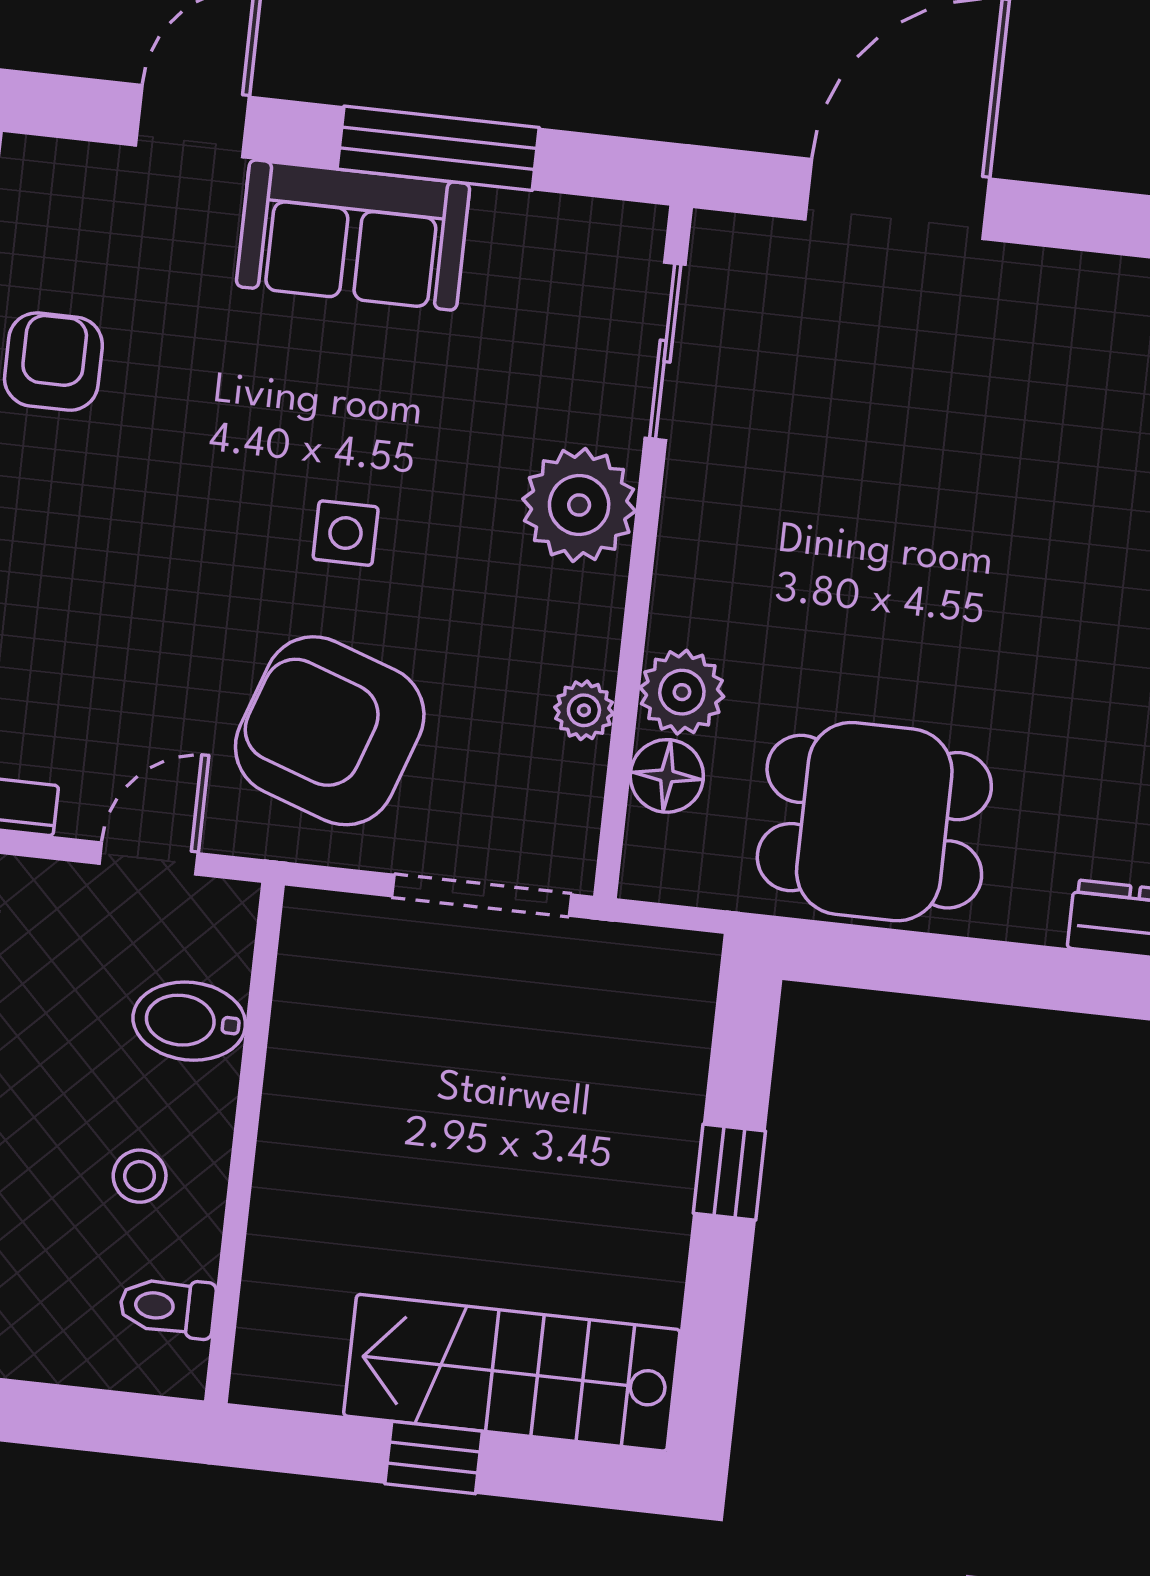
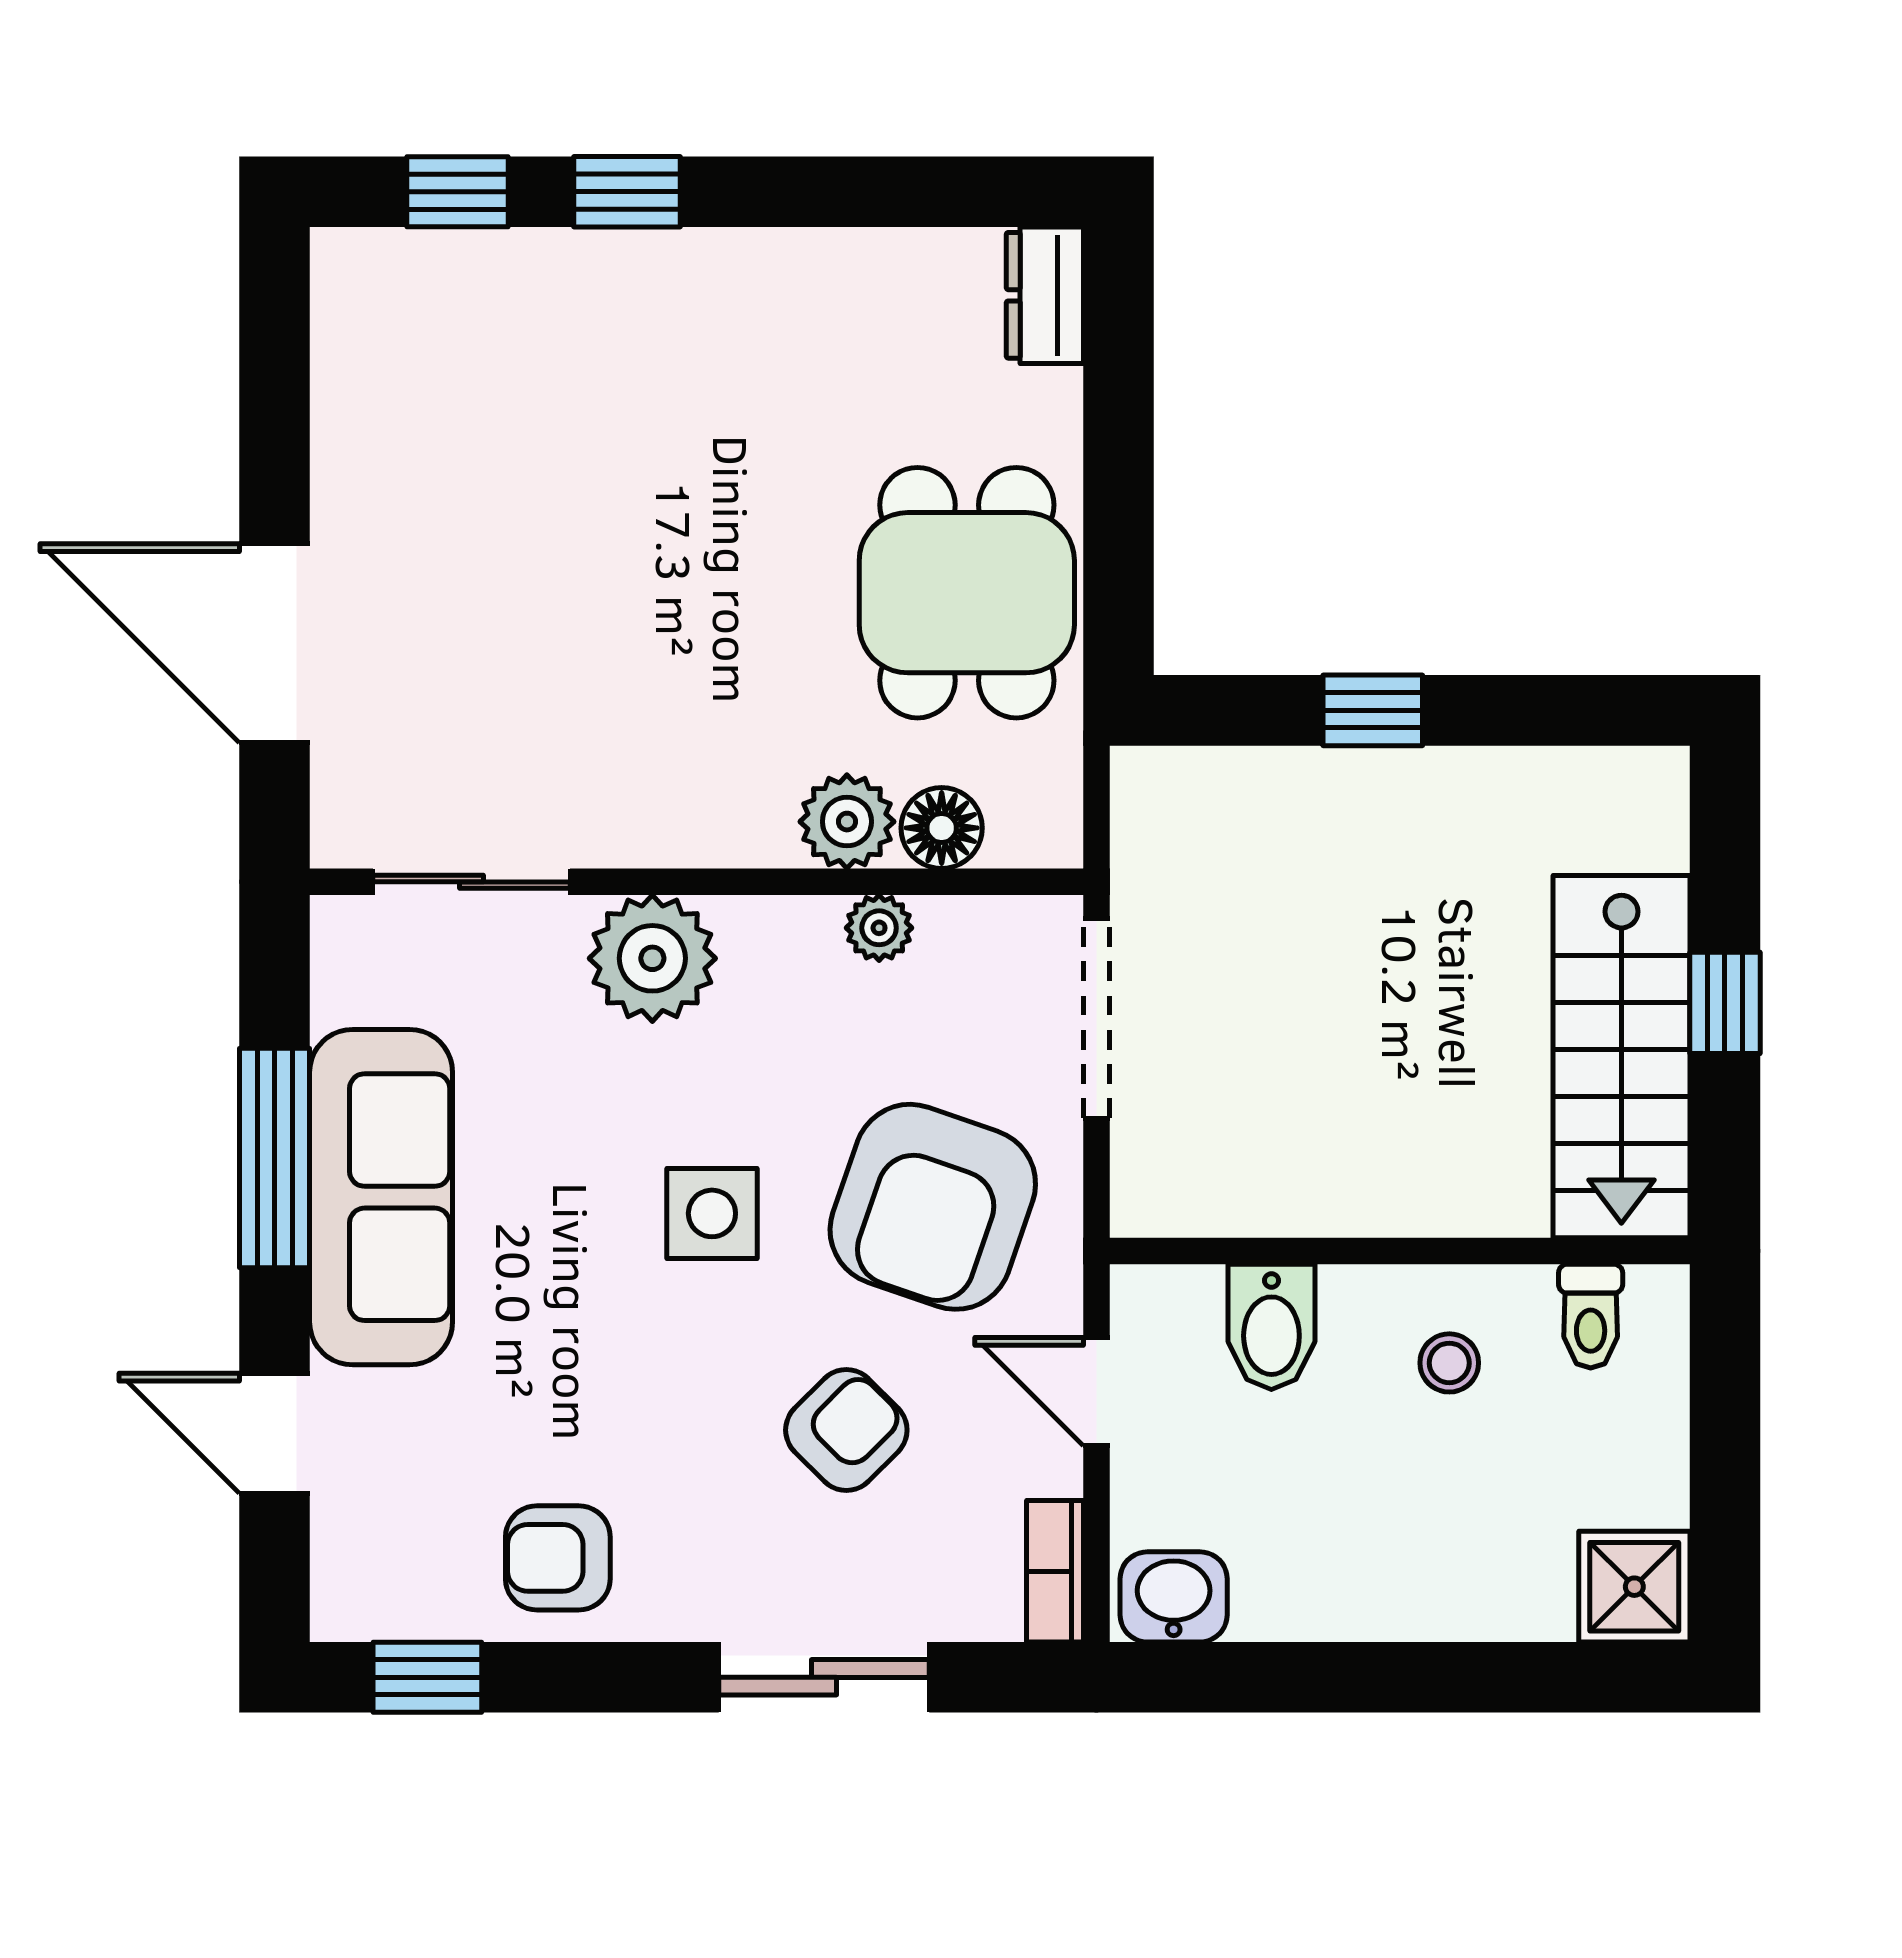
sofa: (353, 235) -> (381, 1197), width x1.36
side table: (346, 533) -> (712, 1213), width x1.37, depth x1.37
armchair: (139, 632) -> (846, 1430), added
stairs: (512, 1373) -> (1621, 1057), moved

